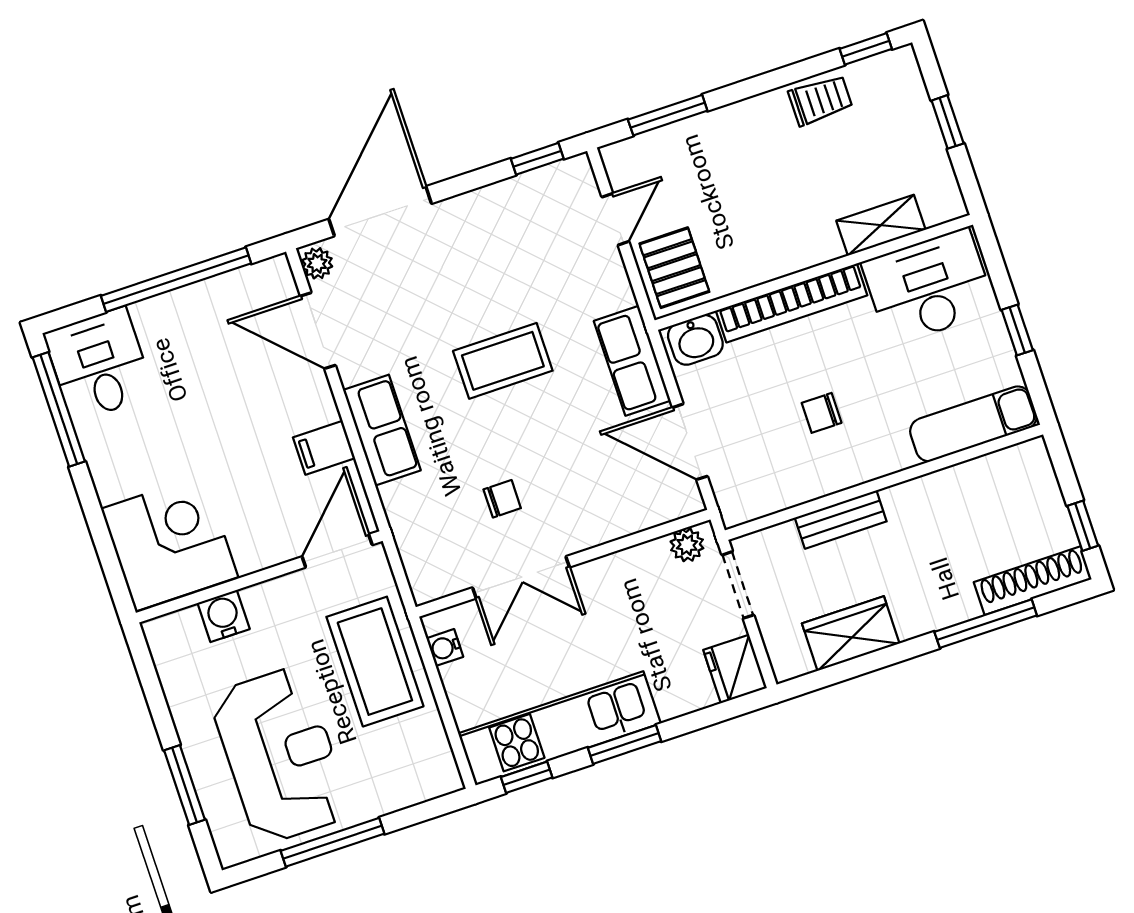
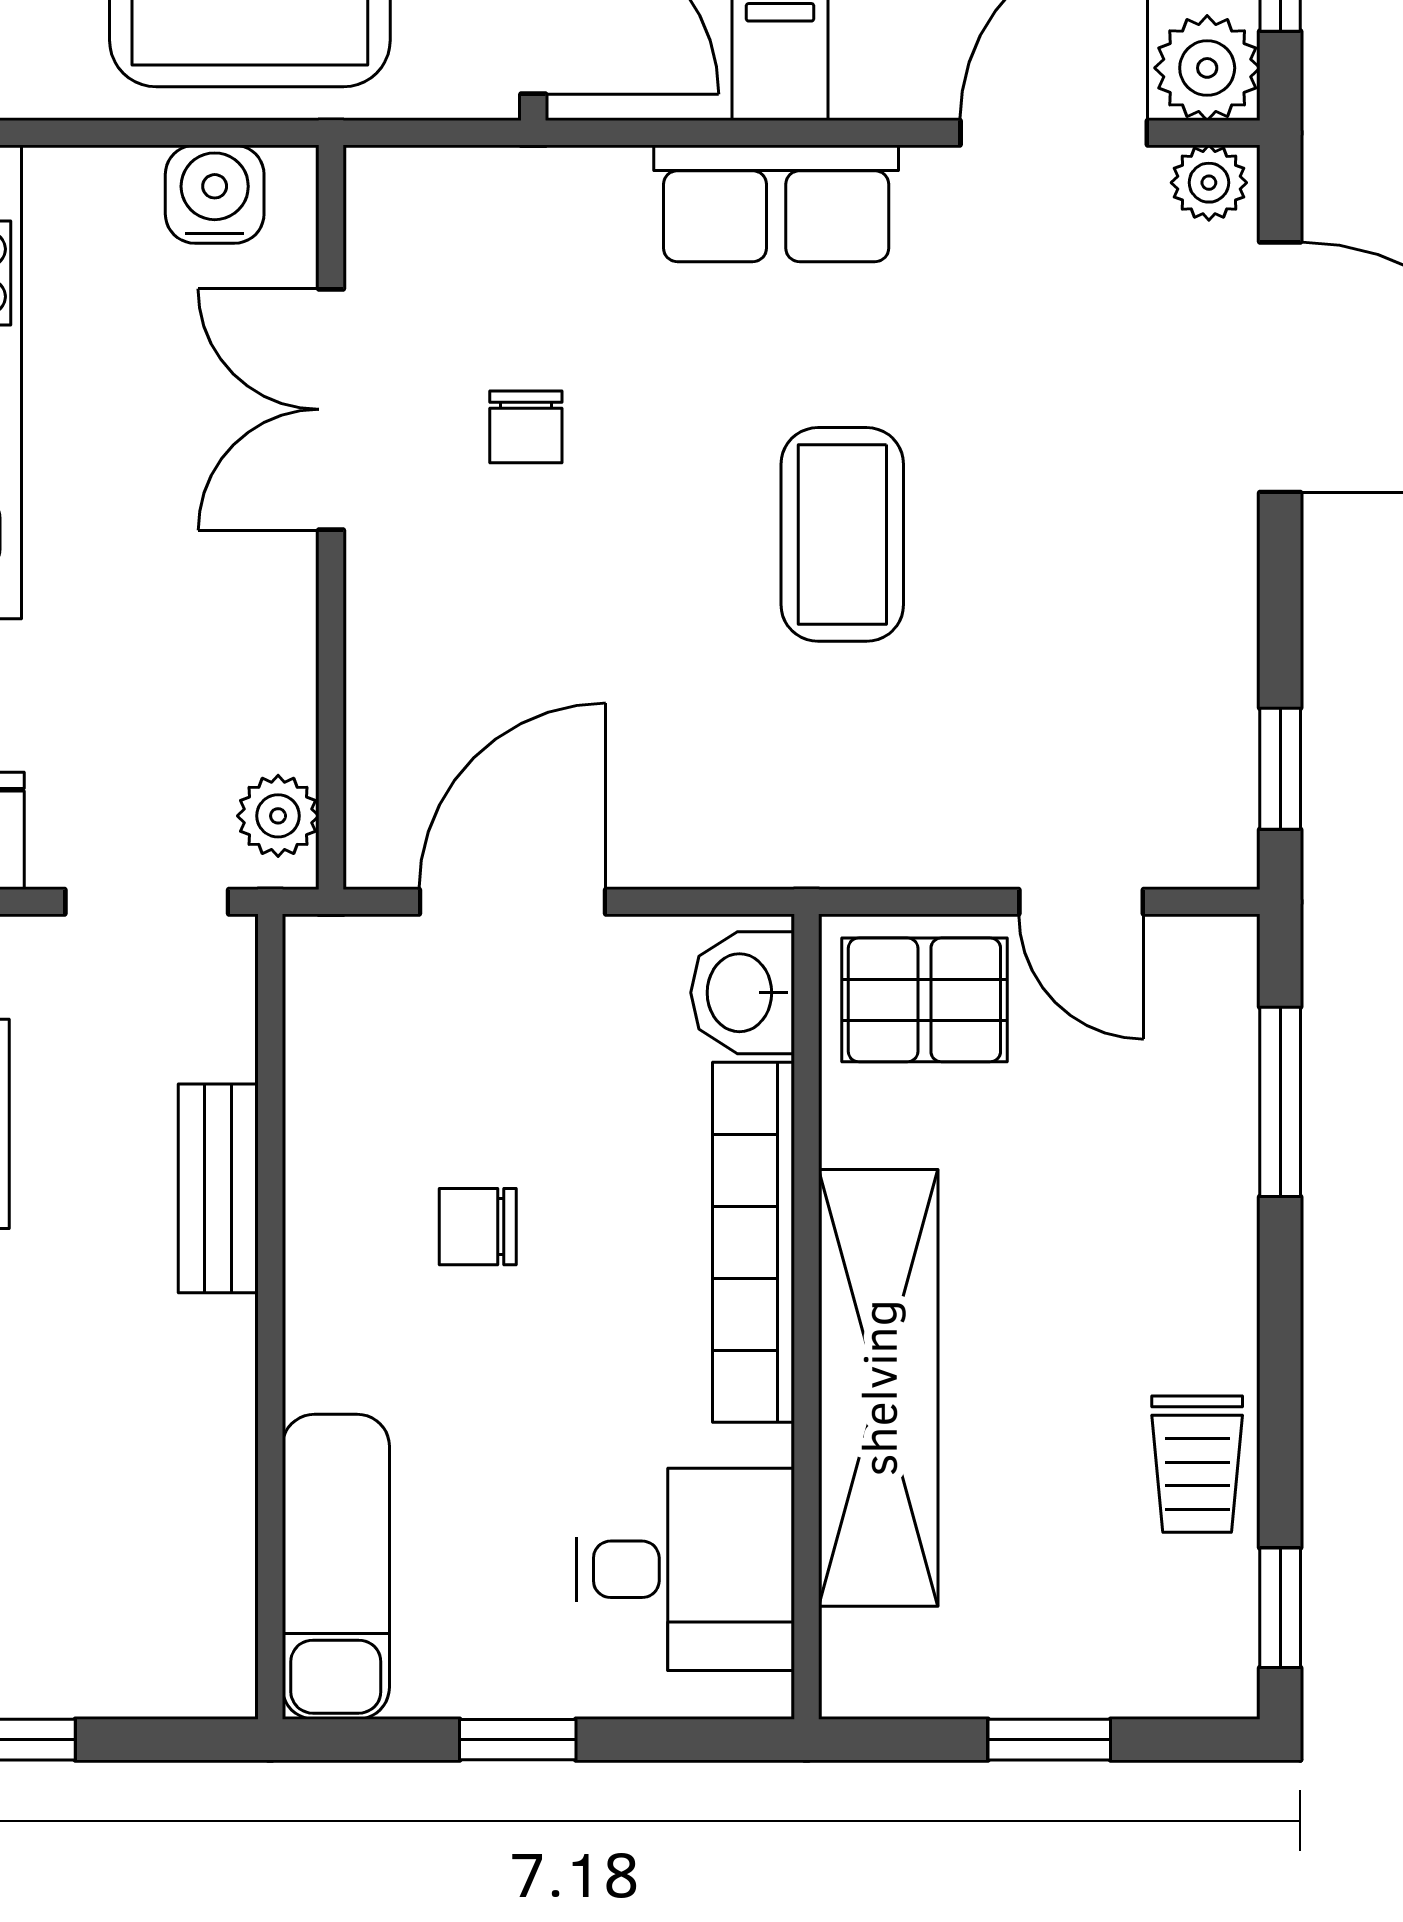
shelving: (881, 225) -> (878, 1388), width x2.20, depth x1.33
plant: (272, 279) -> (1207, 68), added
desk: (929, 287) -> (685, 1569), width x0.73
row of seats: (632, 361) -> (743, 832), removed
chair: (822, 413) -> (478, 1227), turned -90
water cooler: (445, 648) -> (215, 194), width x1.38, depth x1.38

